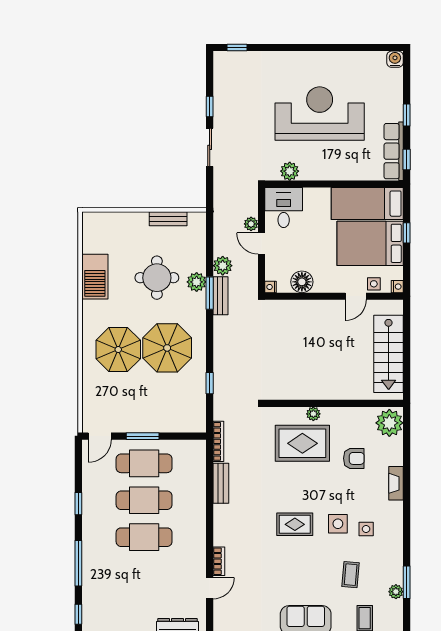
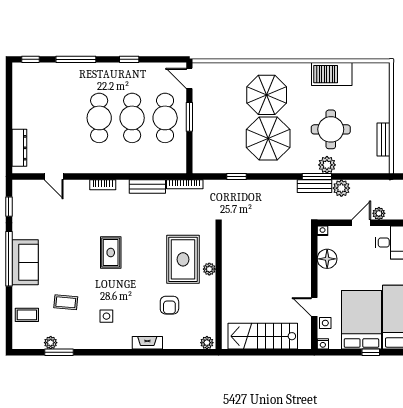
plant: (389, 423) -> (207, 343), width x0.53, depth x0.53
side table: (338, 524) -> (111, 291), removed
bookcase: (219, 561) -> (103, 185), moved

